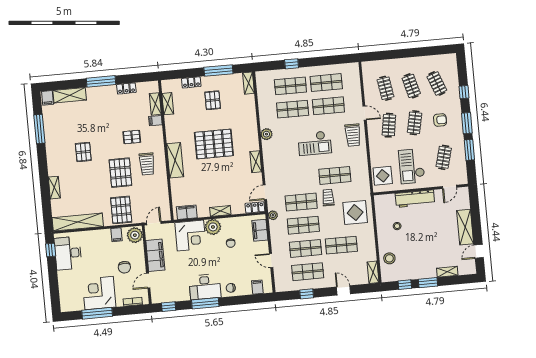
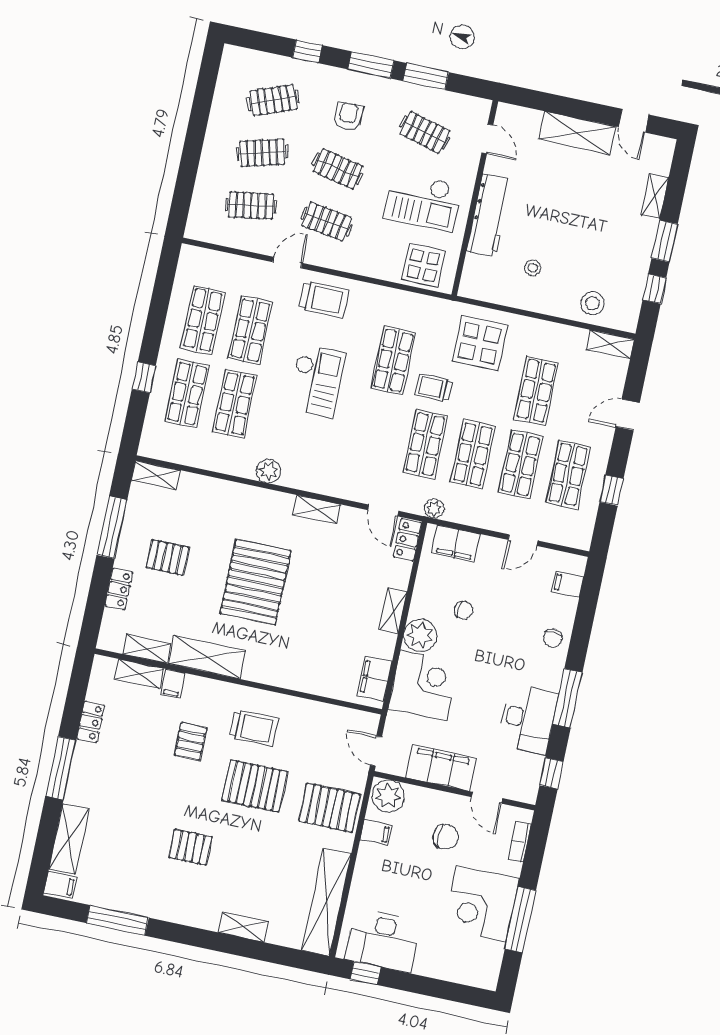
shelving: (175, 160) -> (207, 657), moved
desk: (205, 287) -> (528, 719), moved

